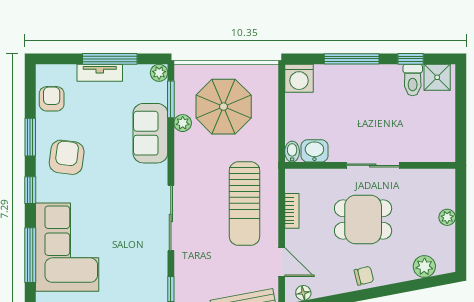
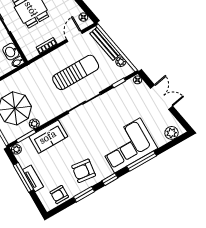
sun lounger: (244, 204) -> (76, 72), moved

